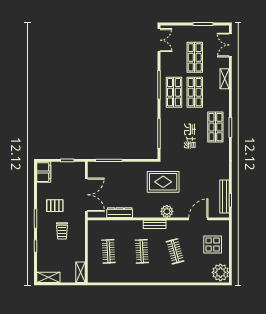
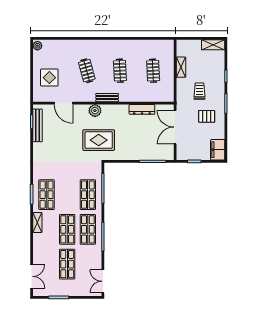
shelving: (225, 79) -> (37, 223), moved
shop shelf: (174, 127) -> (88, 195), added
door: (198, 219) -> (63, 103), hinge flipped
shelving: (80, 272) -> (181, 67), moved
plant: (220, 272) -> (37, 46), width x0.53, depth x0.53

